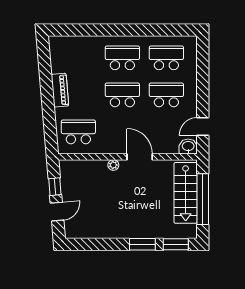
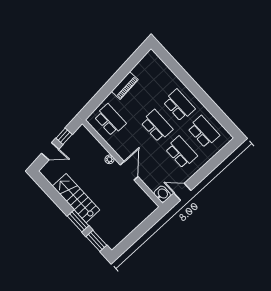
stairs: (186, 193) -> (76, 198), moved, turned 90
window: (203, 199) -> (139, 232), removed

